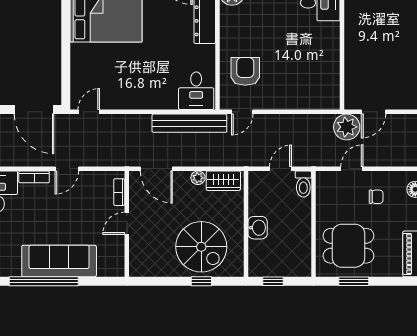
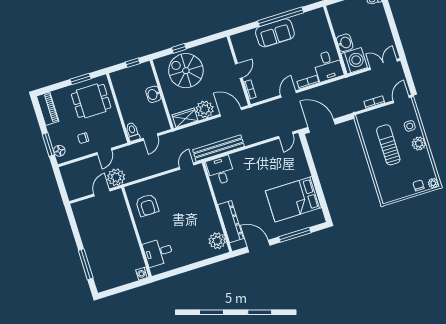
armchair: (245, 71) -> (147, 205), moved
plant: (198, 178) -> (205, 109), width x1.87, depth x1.87
sofa: (59, 261) -> (275, 33), width x0.73

